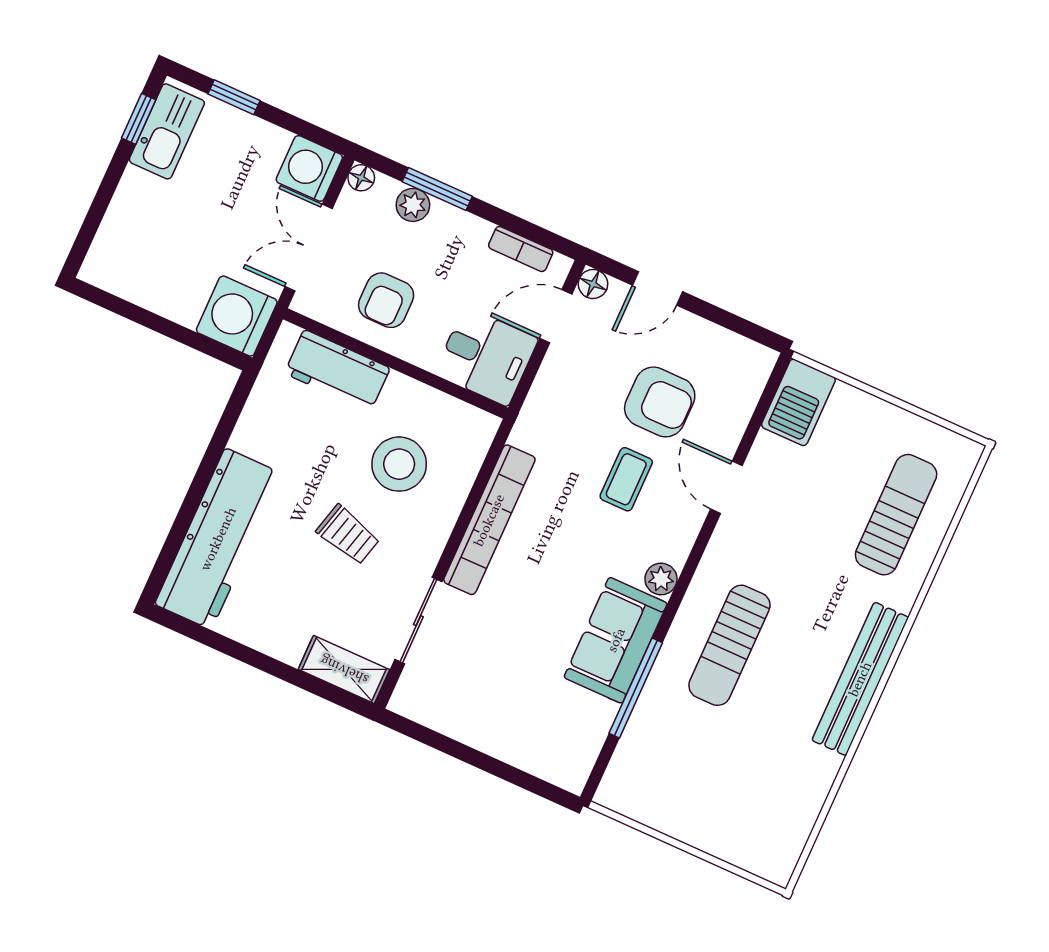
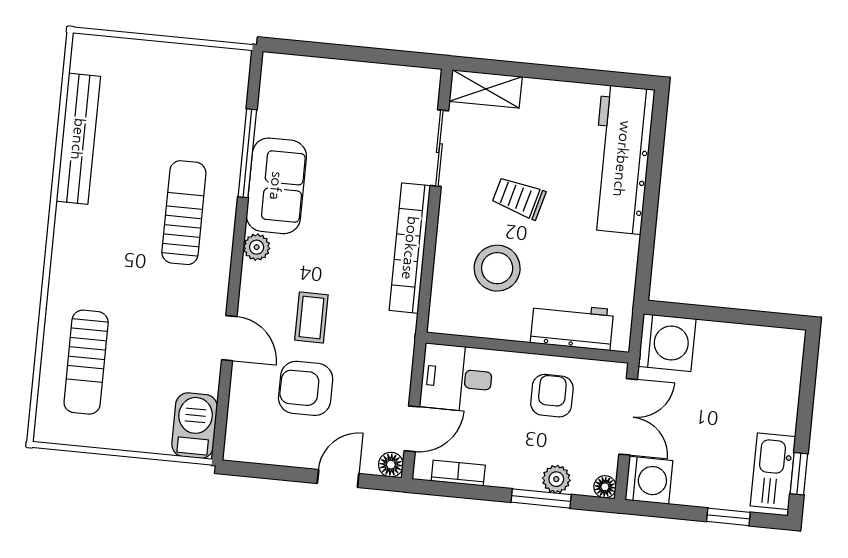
bench: (860, 679) -> (78, 139), moved

